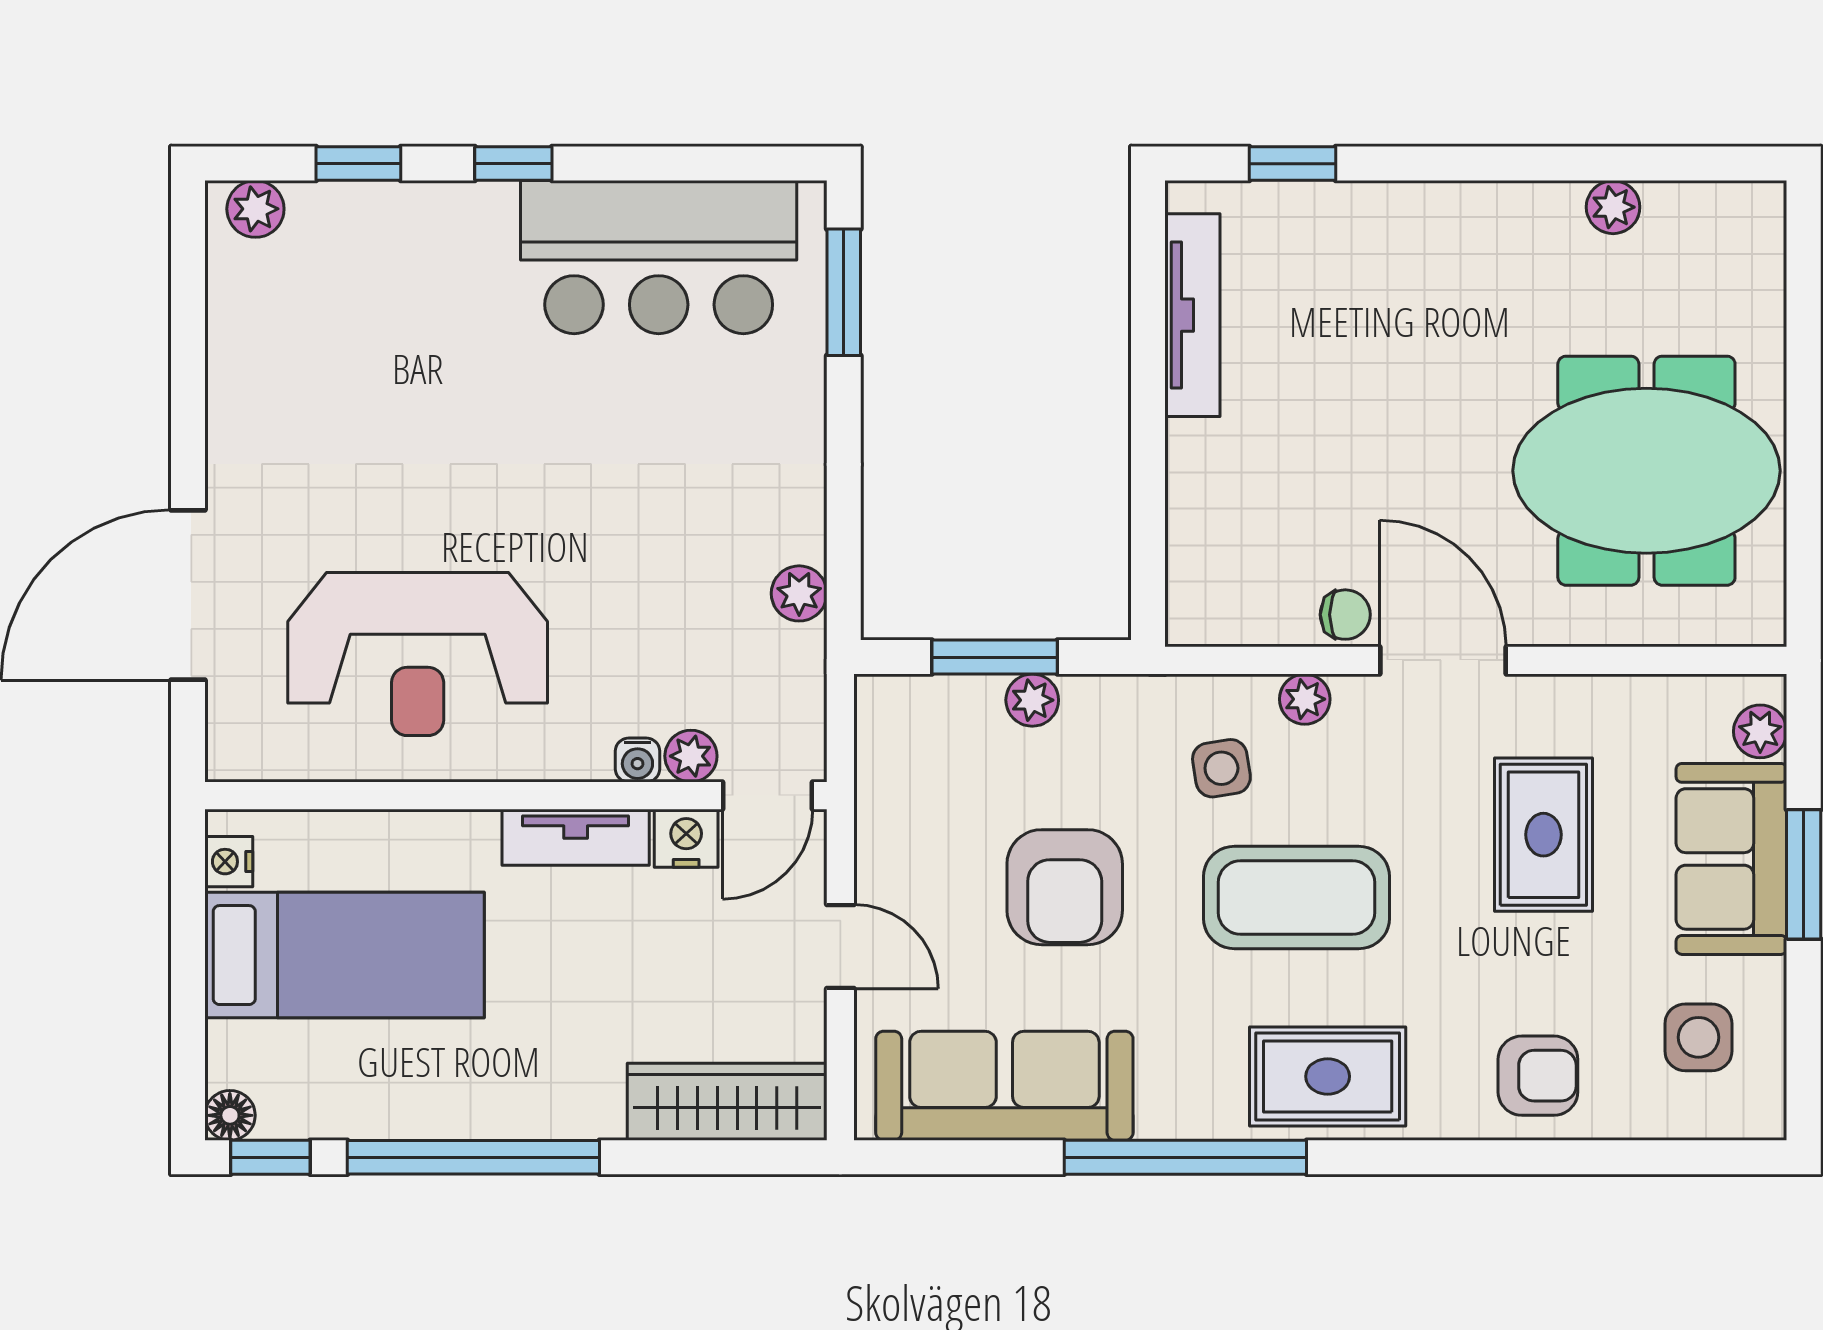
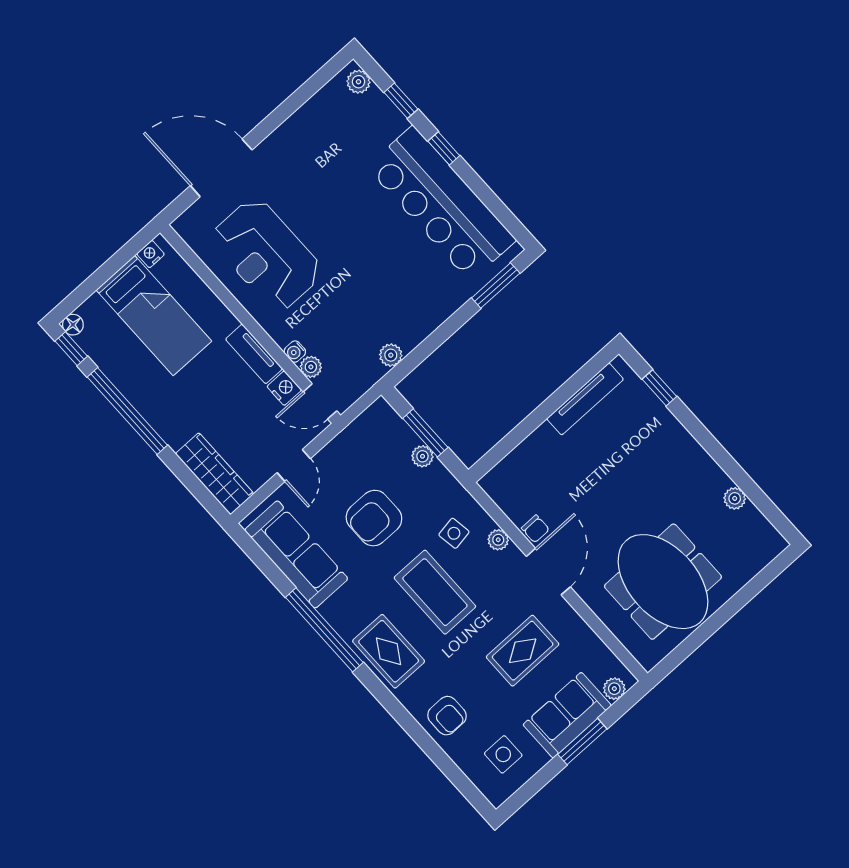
bar counter: (659, 257) -> (441, 204), width x1.36

